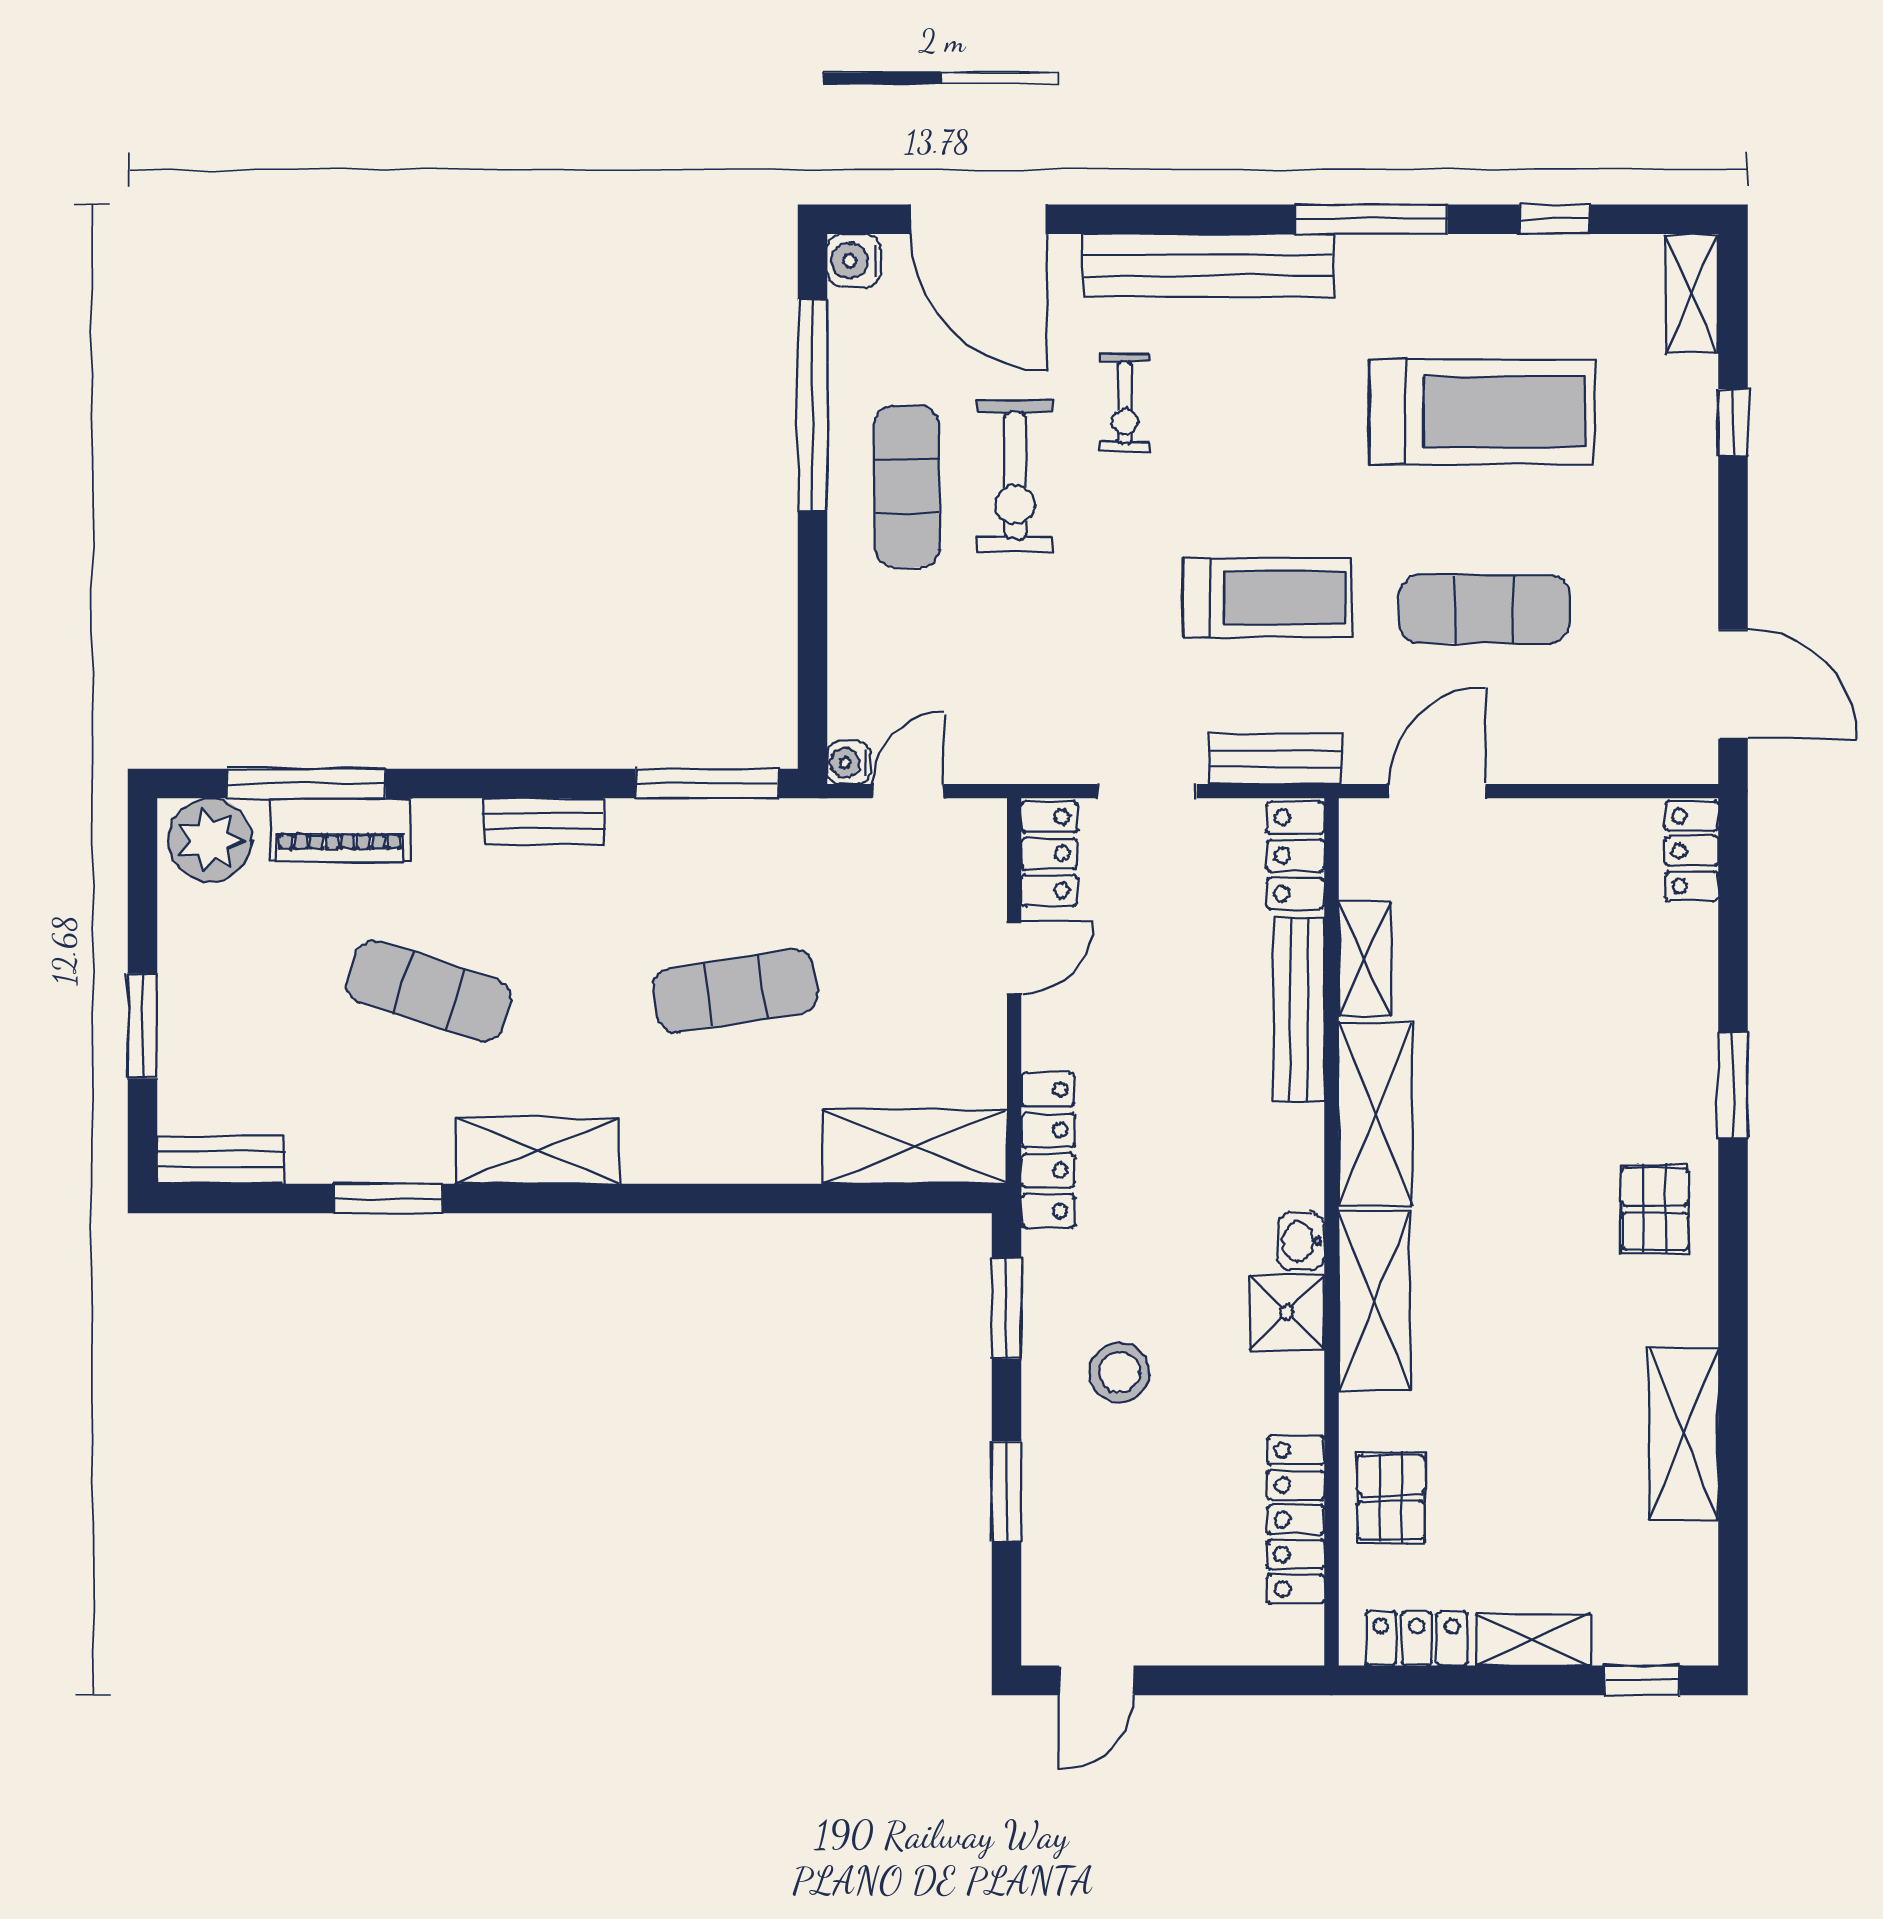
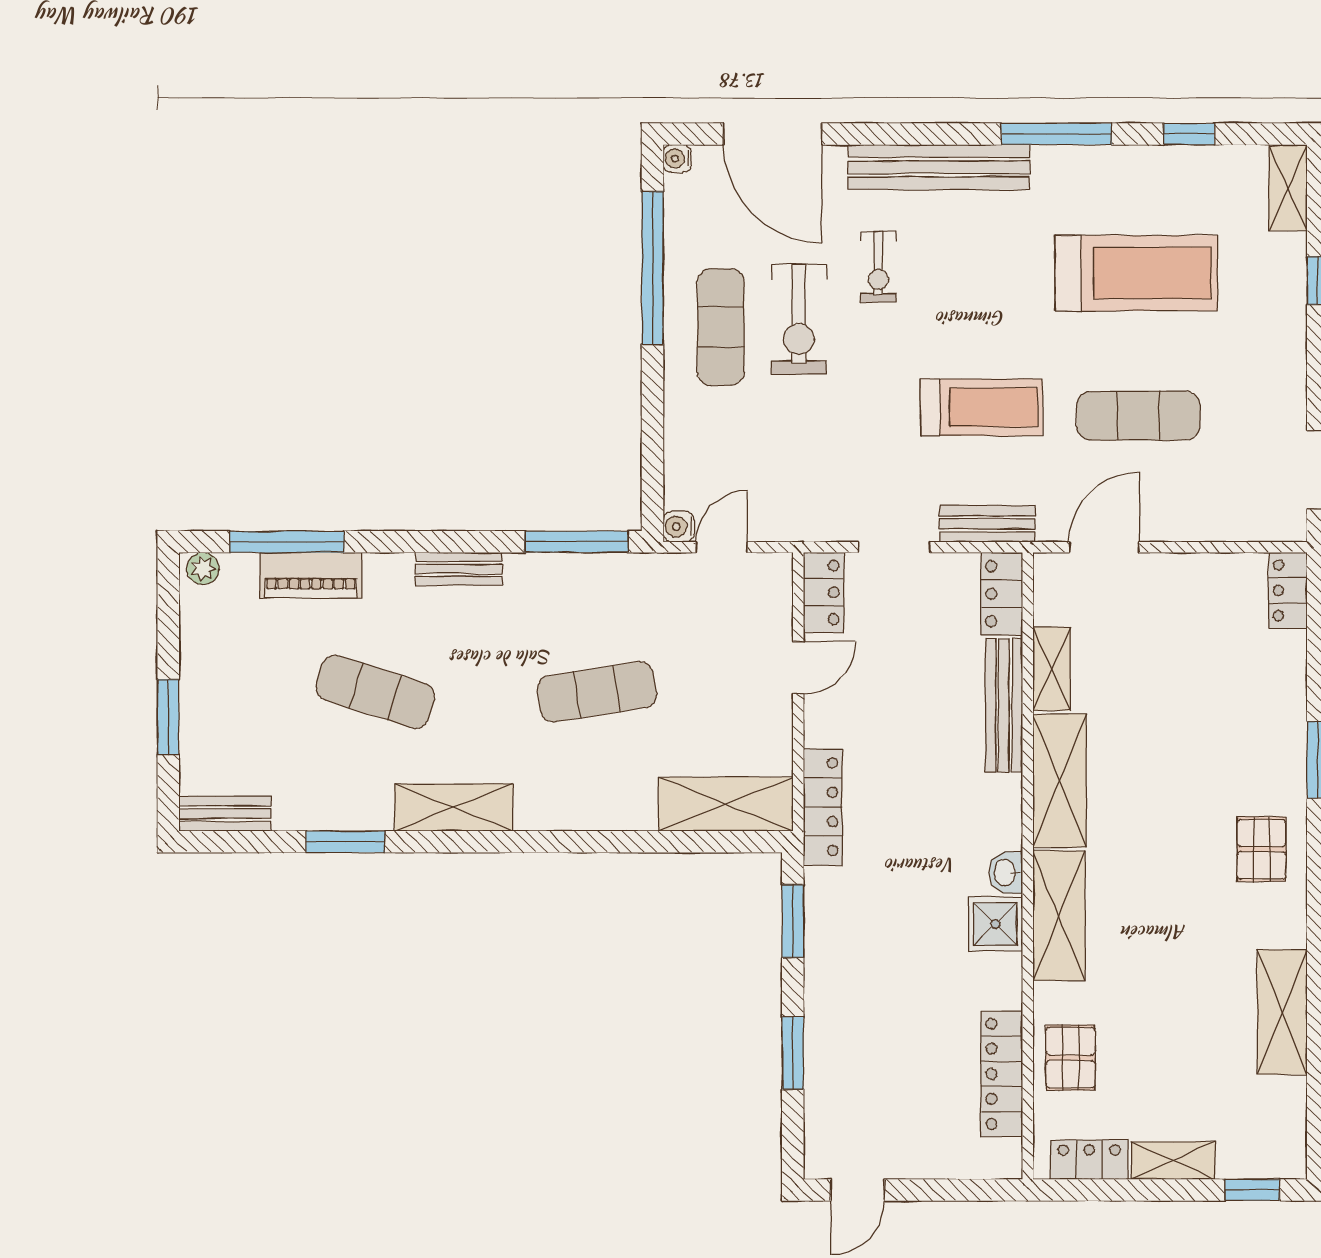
water cooler: (854, 261) -> (677, 158), width x0.72, depth x0.72
plant: (210, 840) -> (203, 569), width x0.53, depth x0.53
stool: (1119, 1372) -> (874, 967), removed

